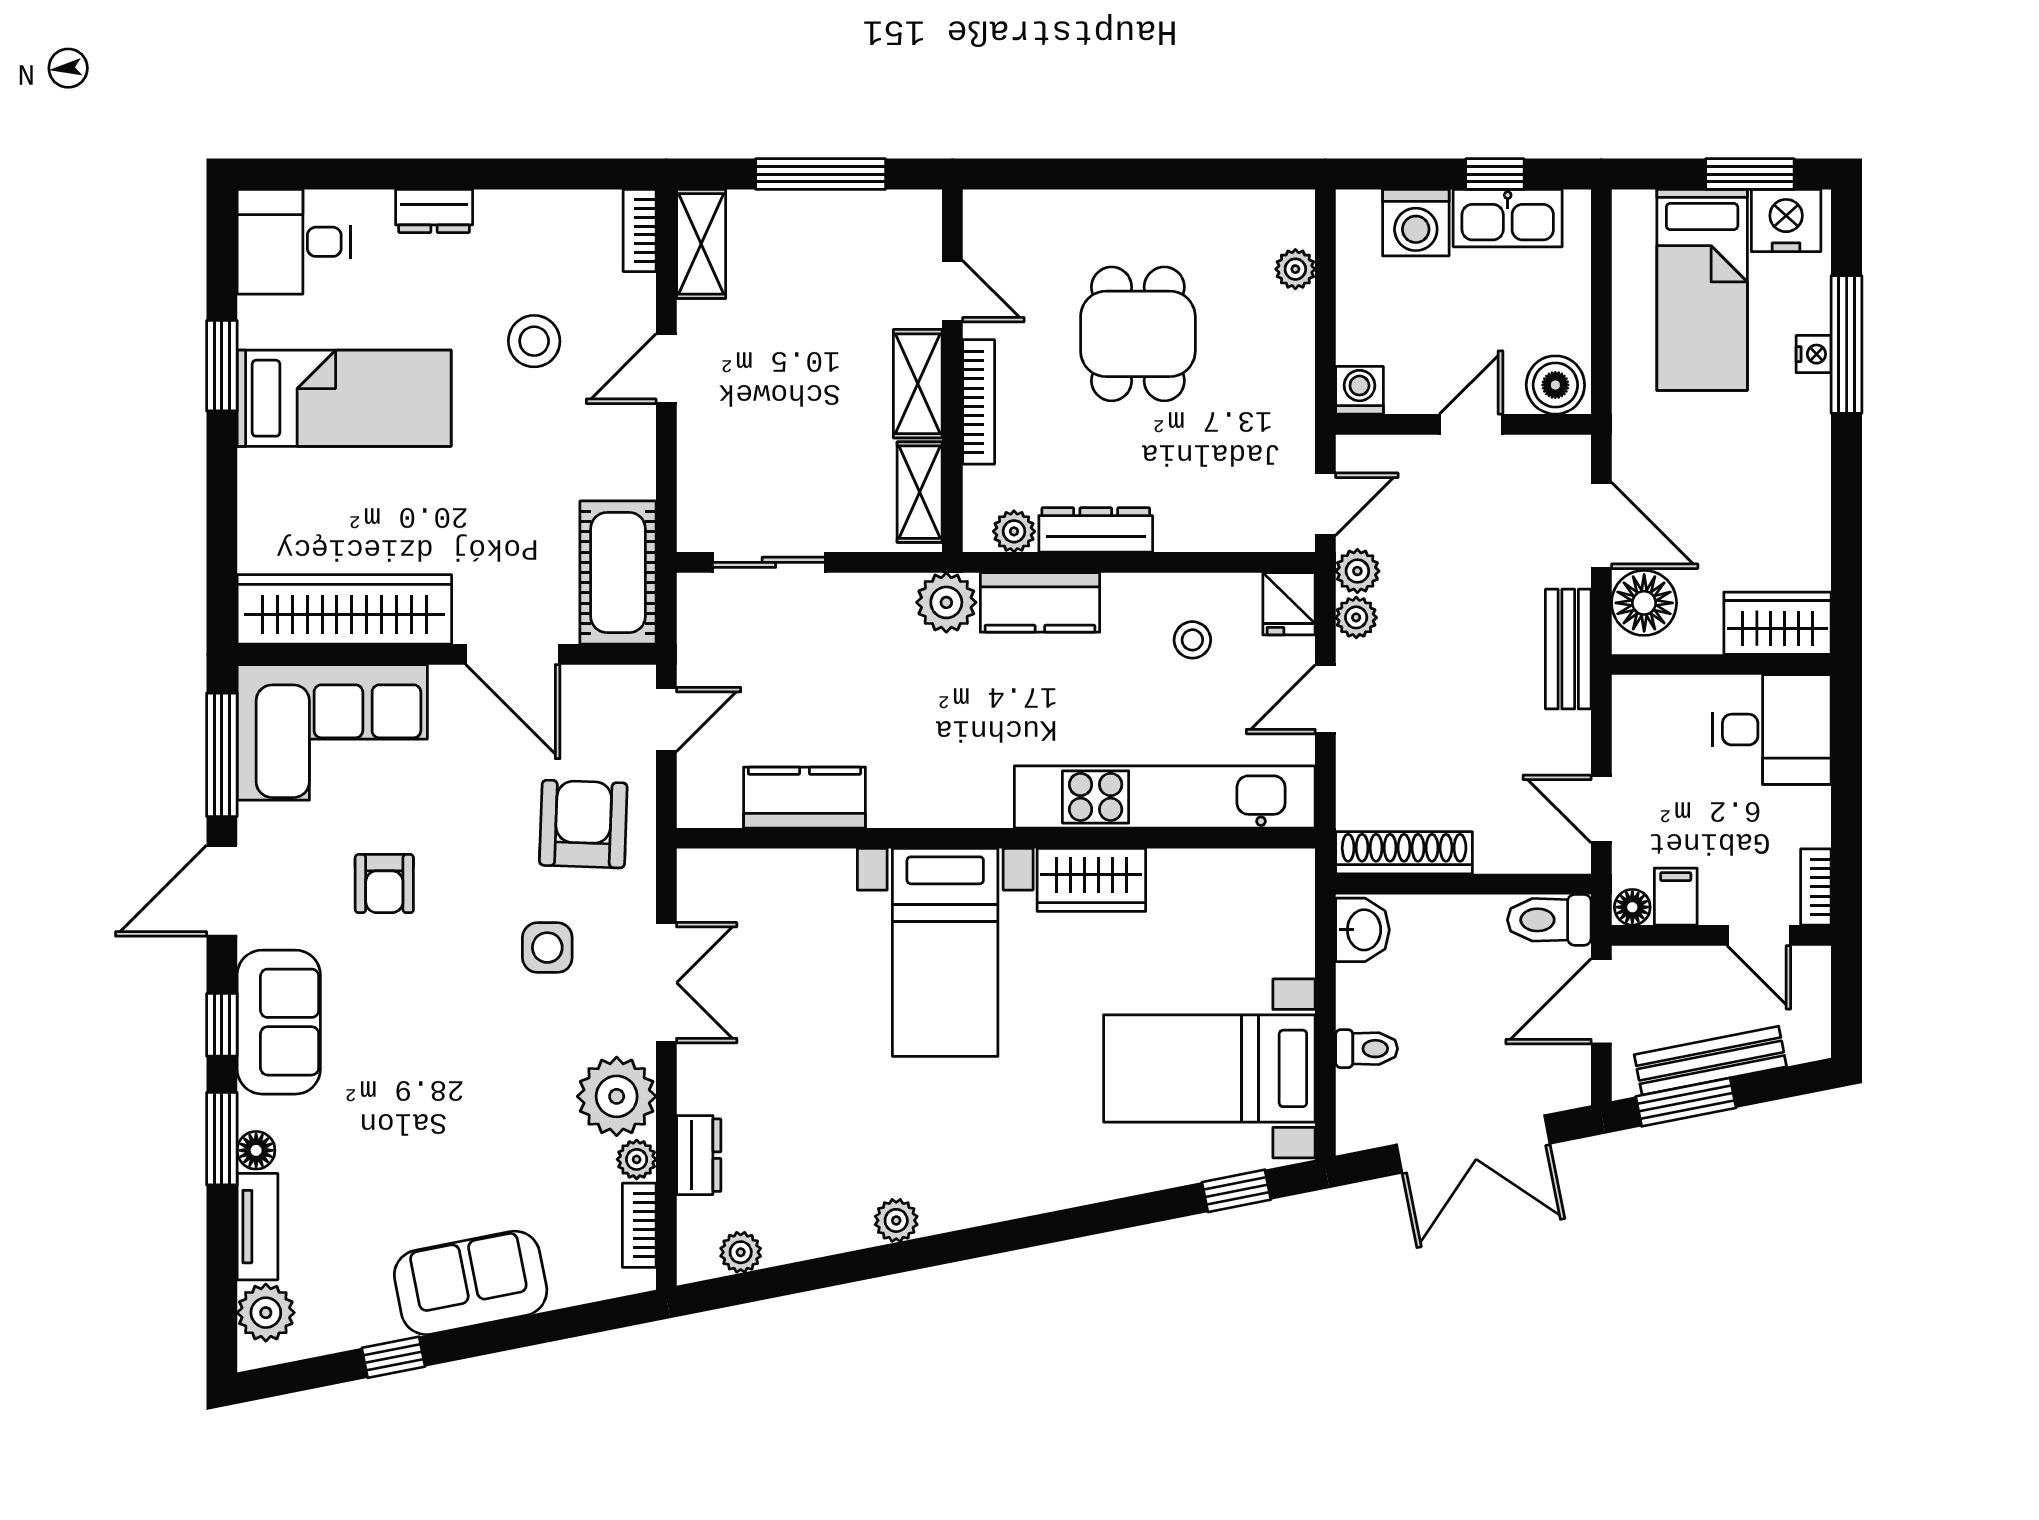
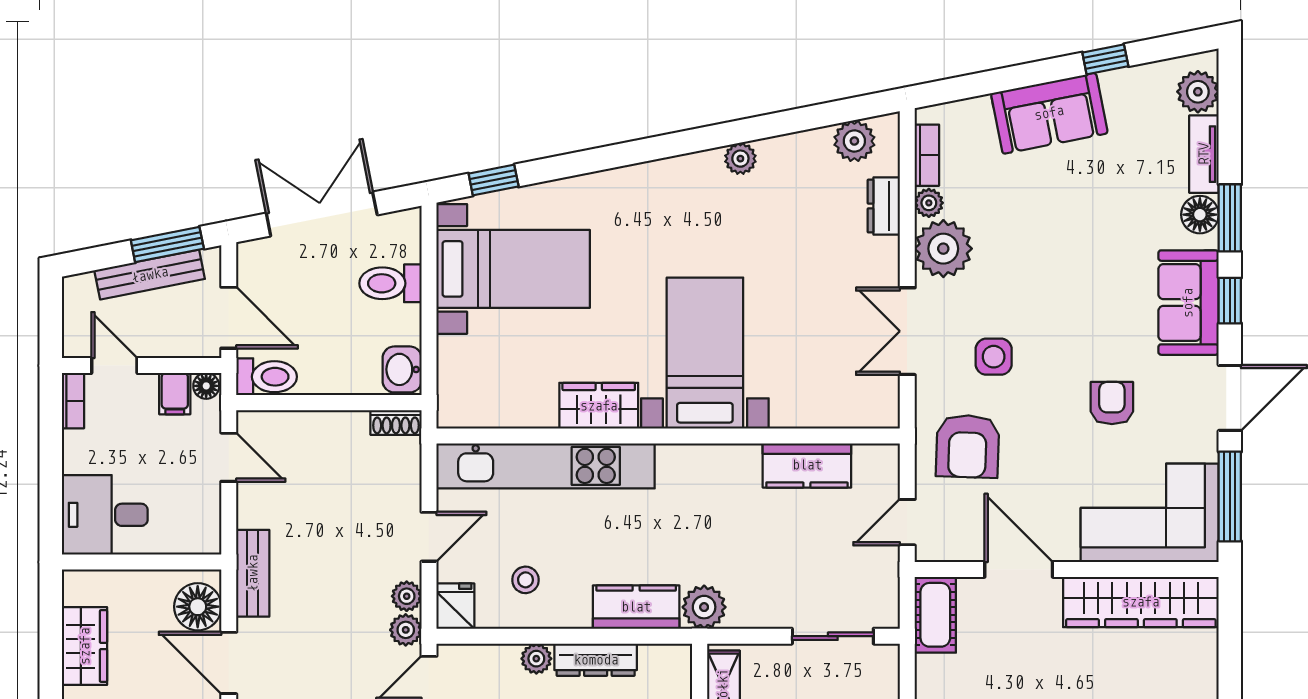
plant: (1014, 531) -> (536, 659), moved
cot: (618, 573) -> (935, 615), width x0.73, depth x0.75
wardrobe: (1778, 623) -> (85, 646), moved, turned -90
shoe rack: (1404, 853) -> (396, 422), width x0.51, depth x0.81
door: (1601, 1001) -> (229, 318), hinge flipped
toilet: (1367, 1049) -> (390, 283), width x1.37, depth x1.39
floor lamp: (256, 1150) -> (1200, 215), width x1.37, depth x1.37
plant: (741, 1252) -> (854, 141), width x1.38, depth x1.38

